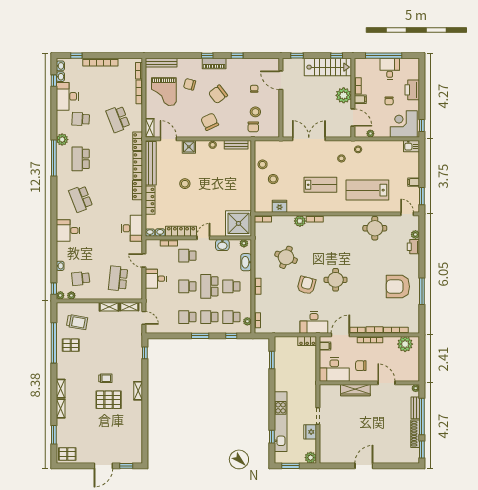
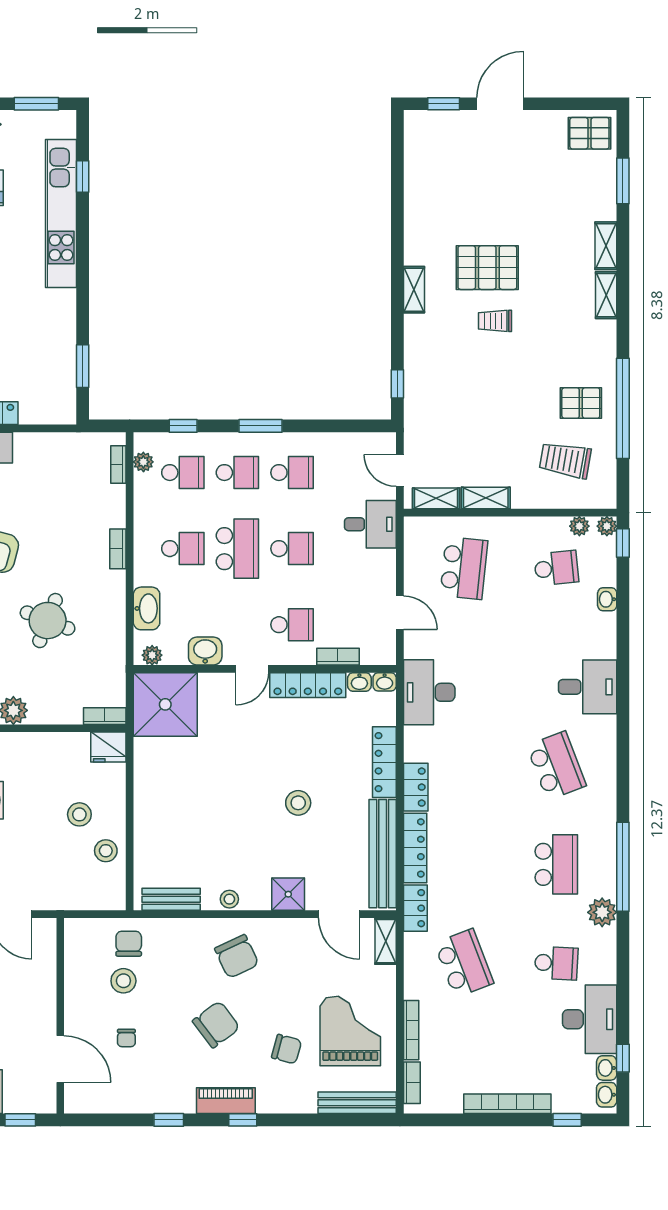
fridge: (280, 206) -> (108, 747), moved
desk: (156, 279) -> (370, 524), moved

